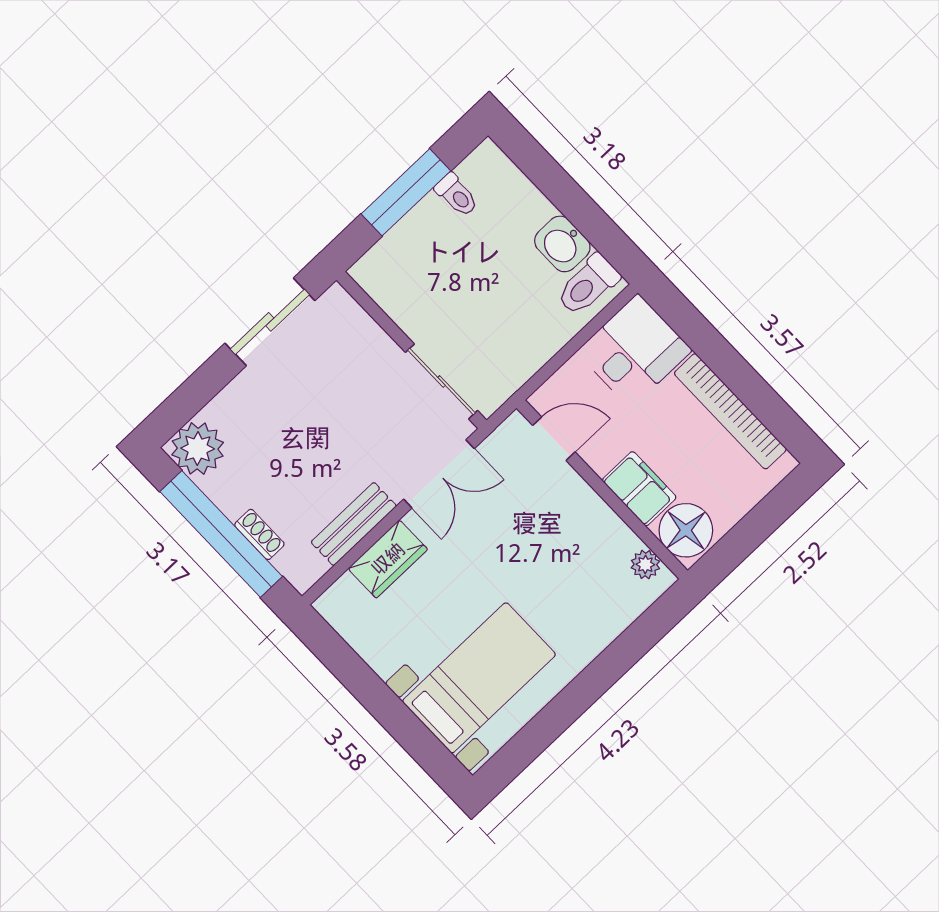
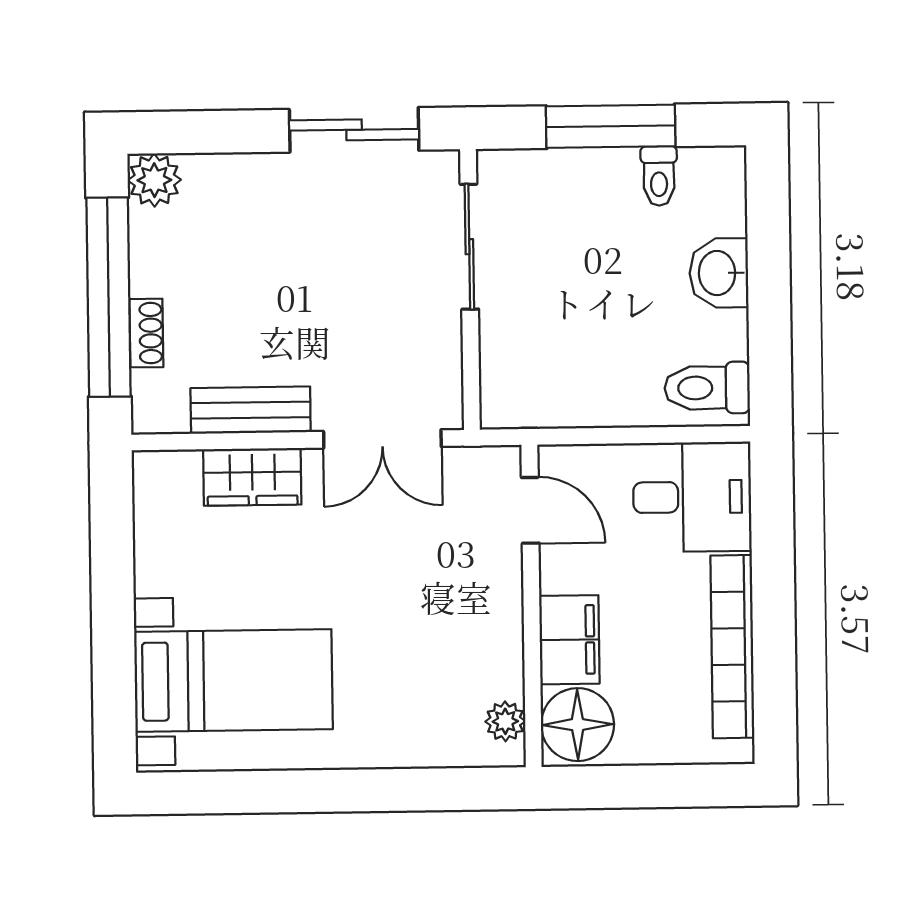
washbasin: (562, 244) -> (719, 273), moved
sliding door: (441, 381) -> (469, 247), moved
plant: (198, 449) -> (154, 180), width x0.73, depth x0.73

